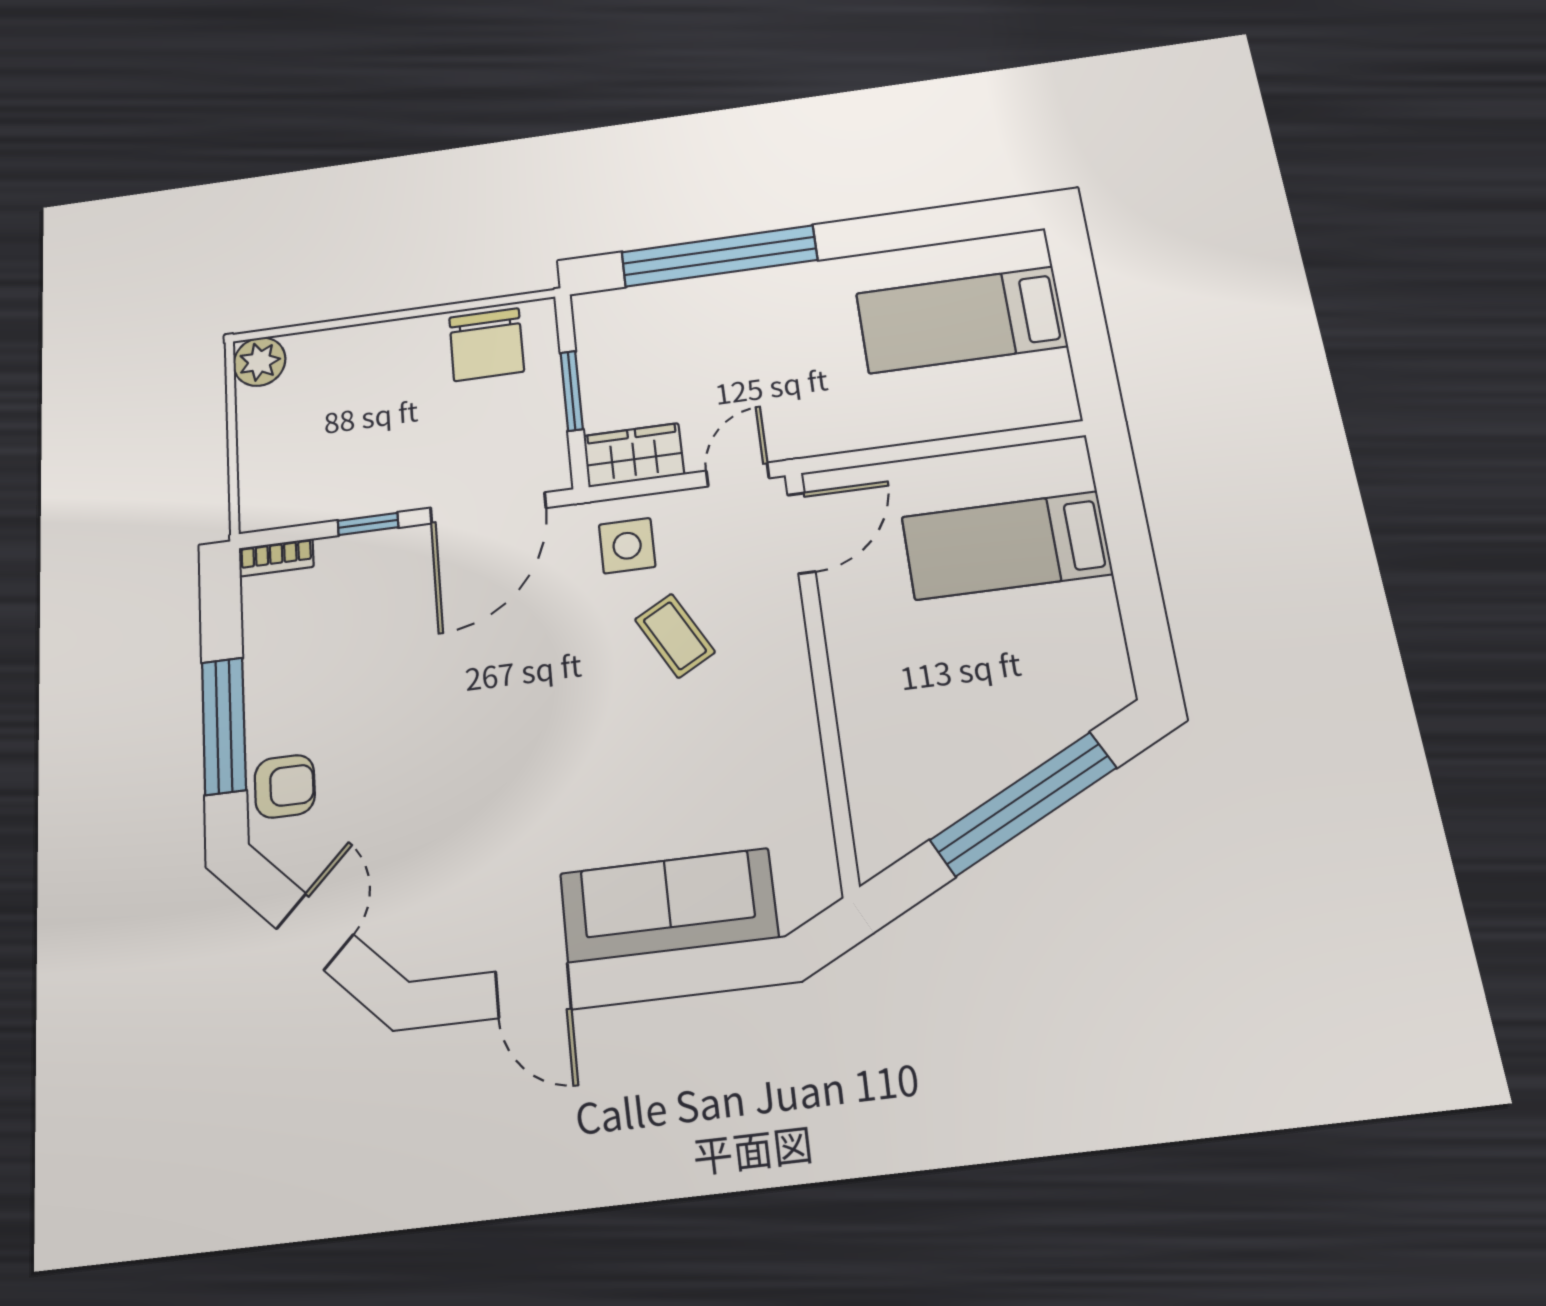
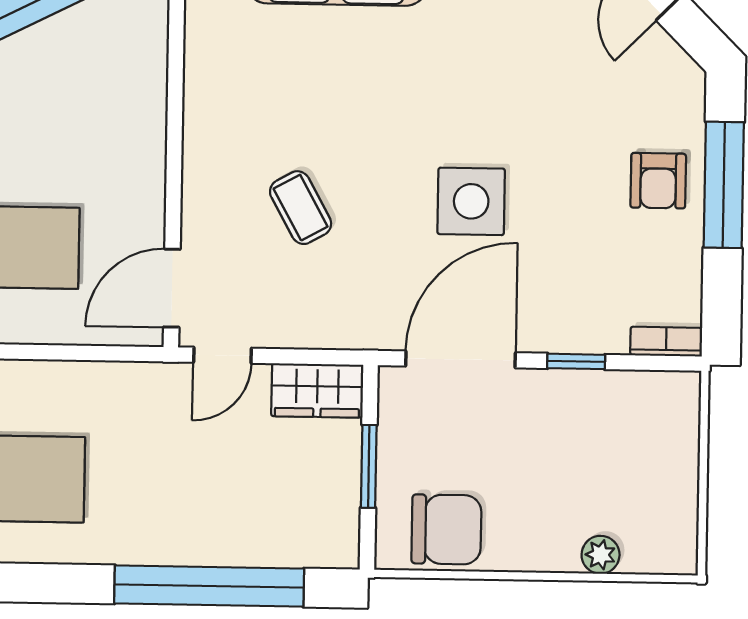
chair: (486, 344) -> (446, 529), turned 90
plant: (259, 362) -> (601, 555), moved, width x0.73, depth x0.73
side table: (627, 546) -> (471, 201), moved, width x1.37, depth x1.37
armchair: (285, 786) -> (658, 181), moved, turned -90

